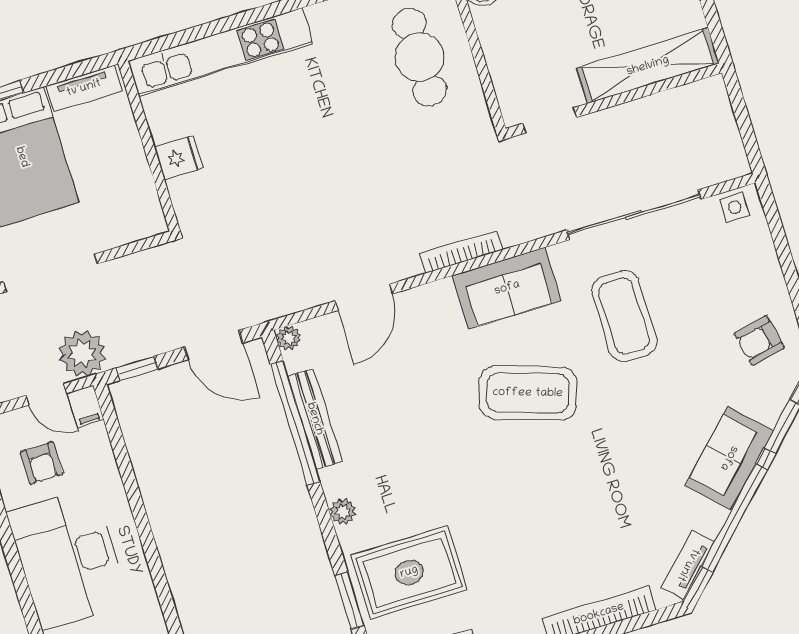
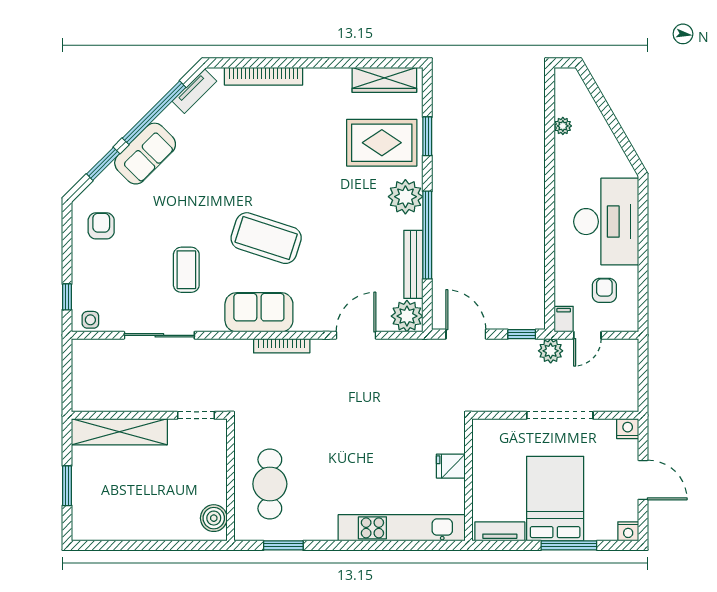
sliding door: (634, 215) -> (159, 335), width x0.73
window: (776, 229) -> (67, 297), added
coffee table: (624, 316) -> (186, 270), width x0.73, depth x0.76
plant: (289, 338) -> (407, 316), width x1.87, depth x1.87
armchair: (759, 341) -> (101, 226), turned -78
plant: (82, 353) -> (551, 351), width x0.73, depth x0.73
door: (46, 394) -> (587, 335), swing flipped
window: (295, 423) -> (427, 235), moved
plant: (343, 512) -> (405, 197), width x1.88, depth x1.88

